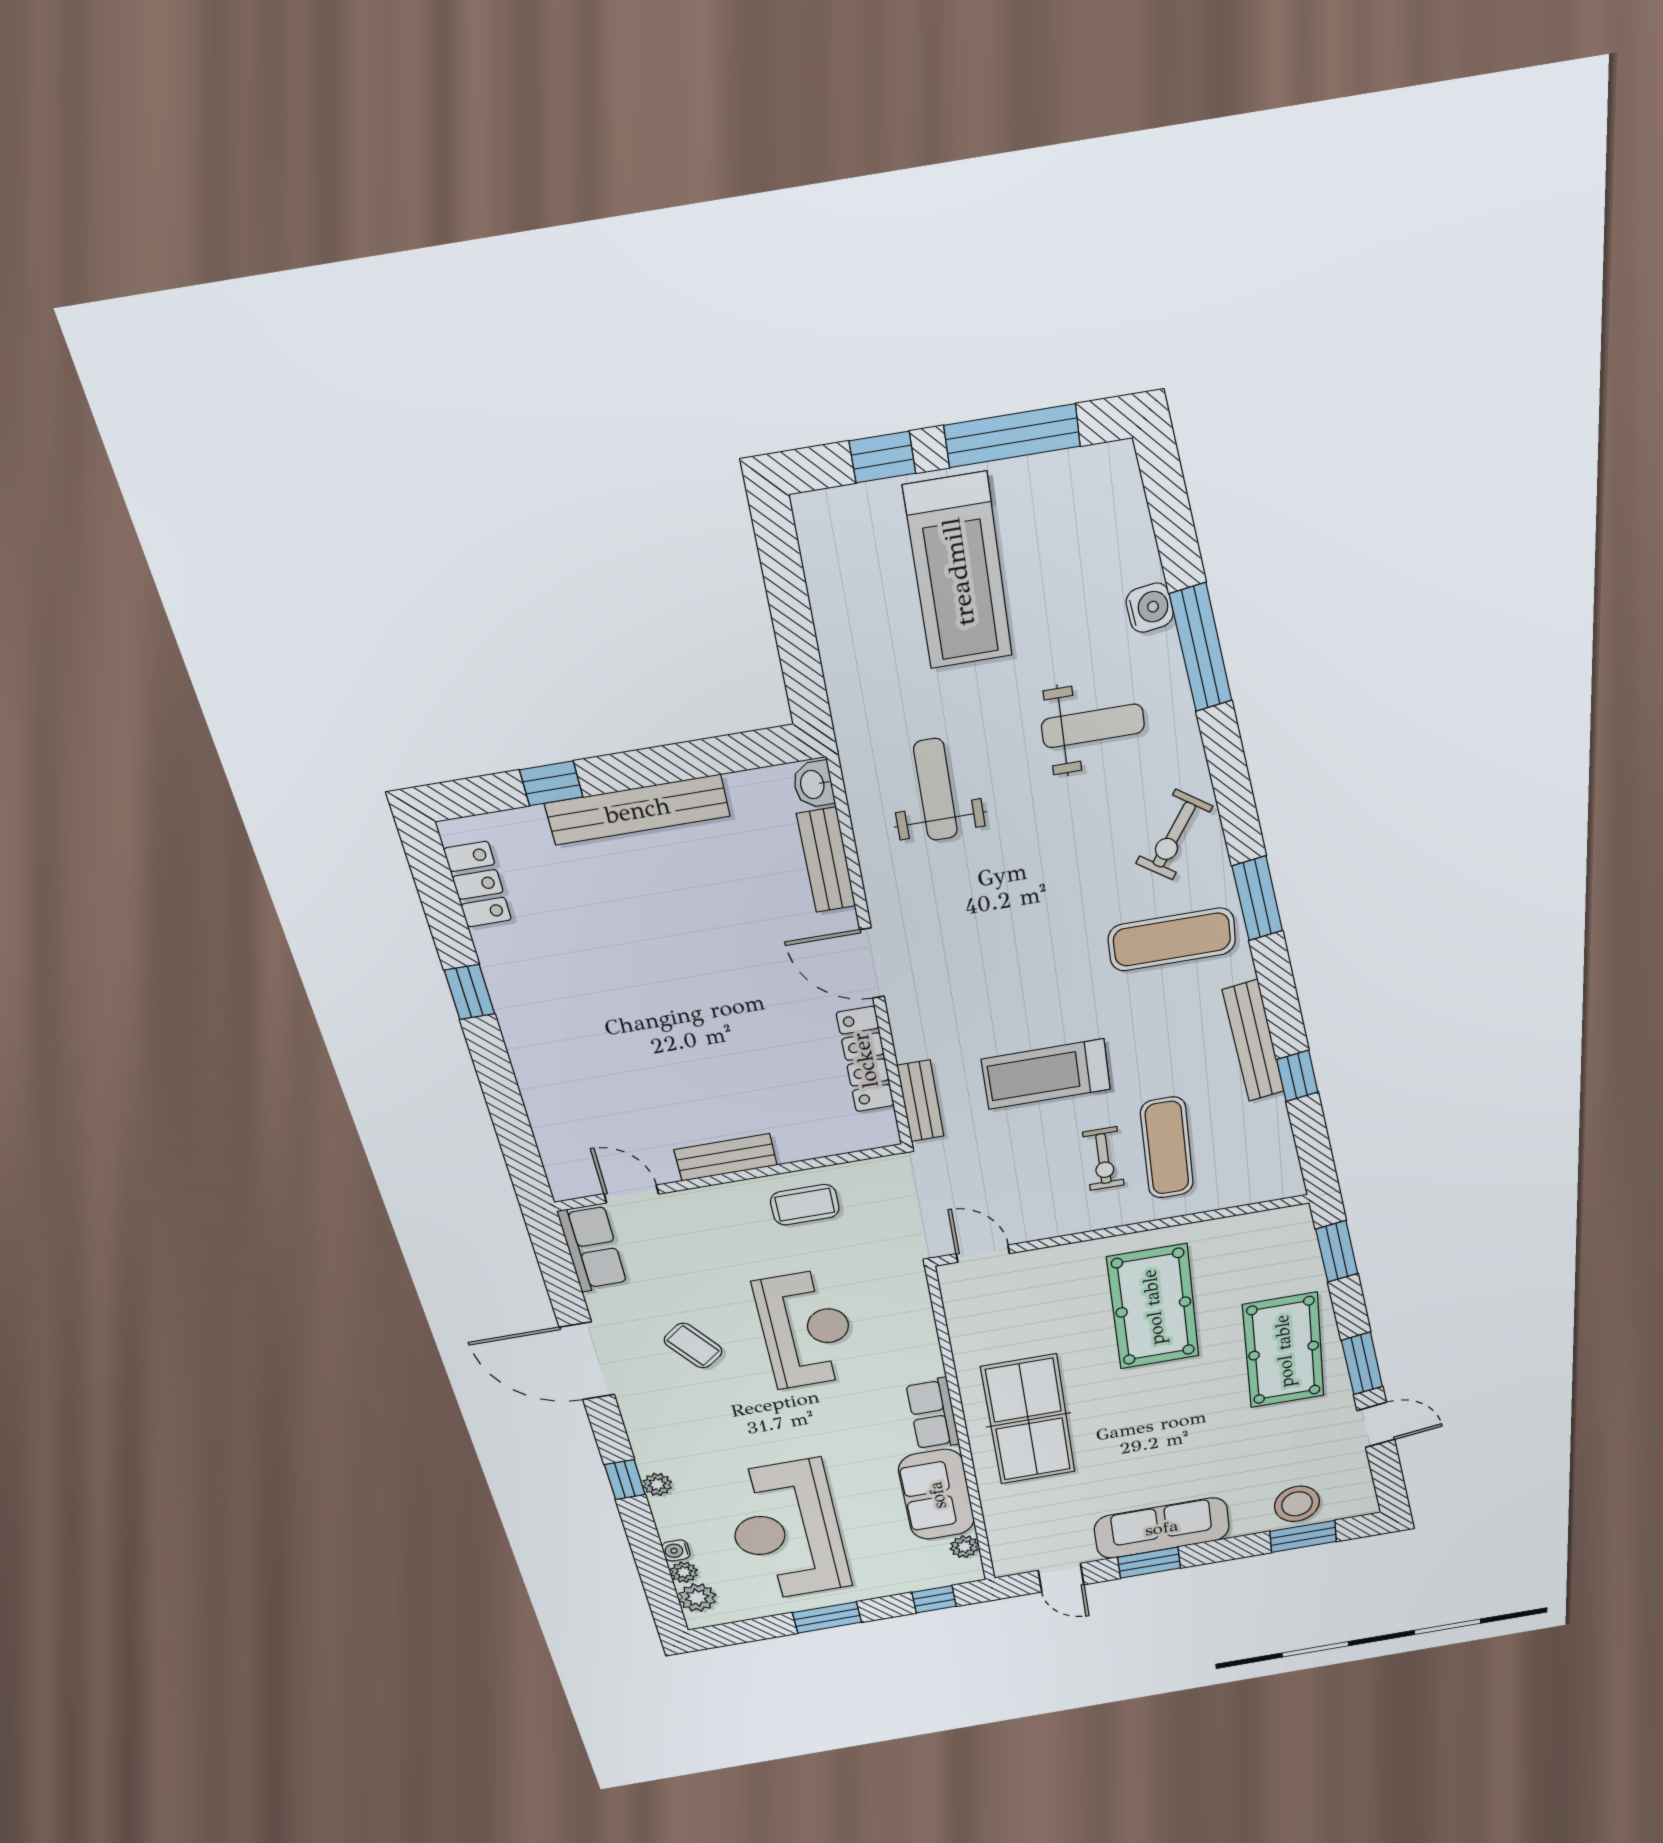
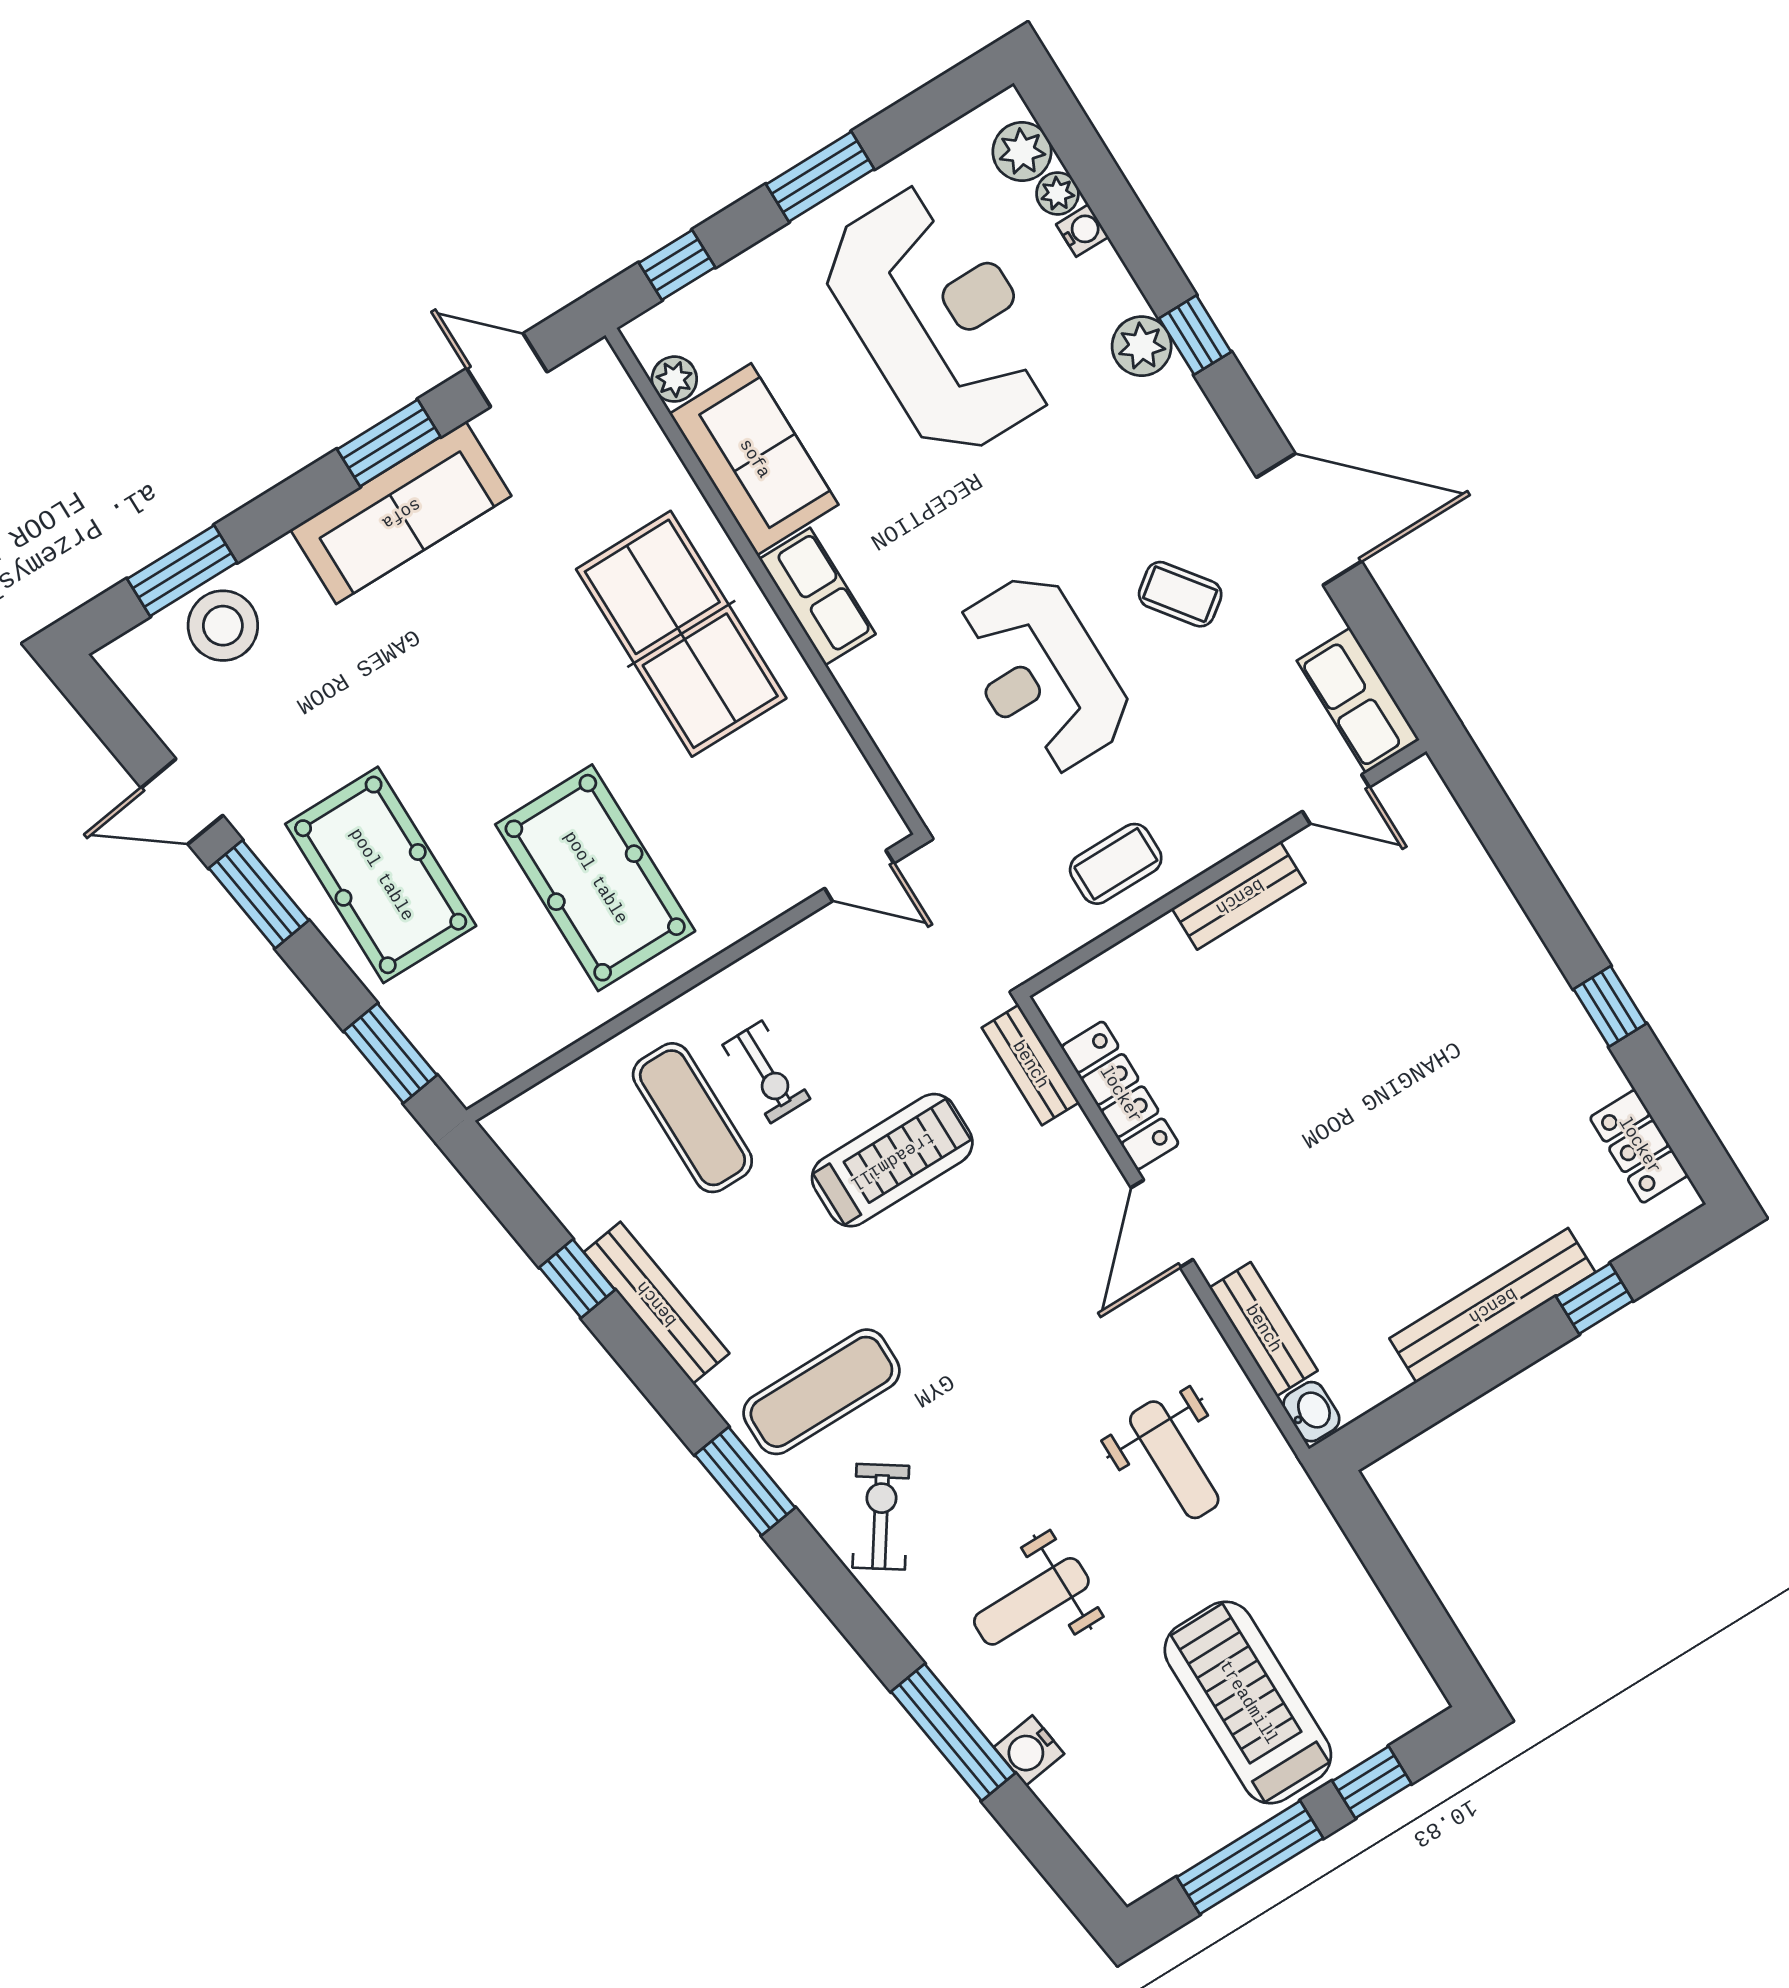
door: (872, 963) -> (1162, 1224), swing flipped
exercise bike: (1103, 1159) -> (766, 1072), turned 180
plant: (657, 1484) -> (1142, 346), width x1.38, depth x1.38

